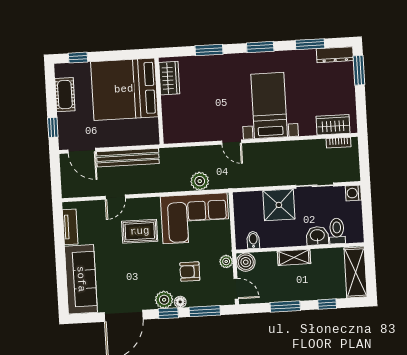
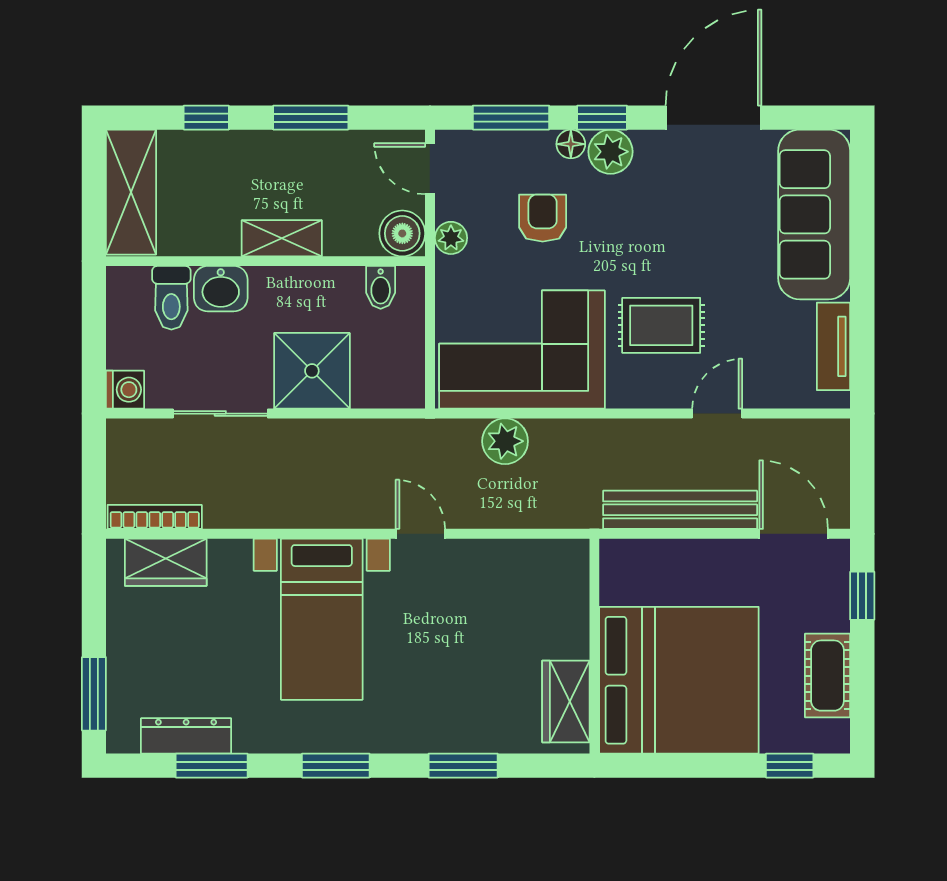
dresser: (335, 55) -> (186, 736), moved
bookcase: (339, 143) -> (155, 517), width x1.56
armchair: (190, 272) -> (543, 218), turned -90

